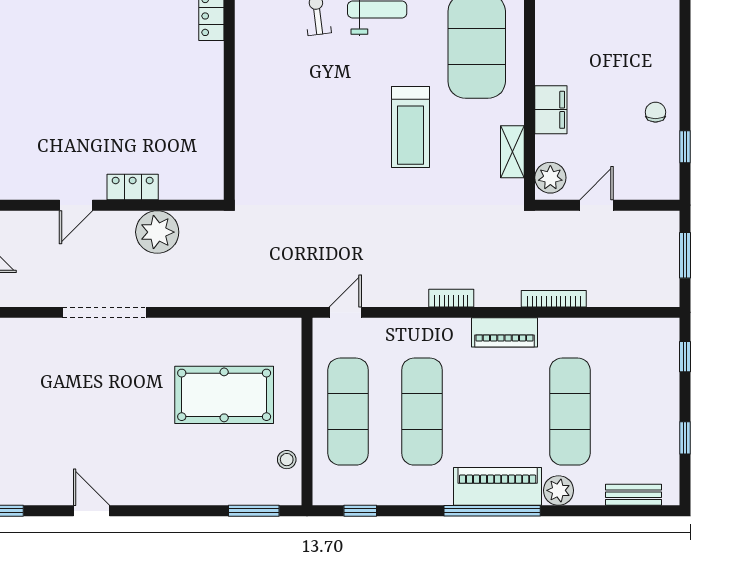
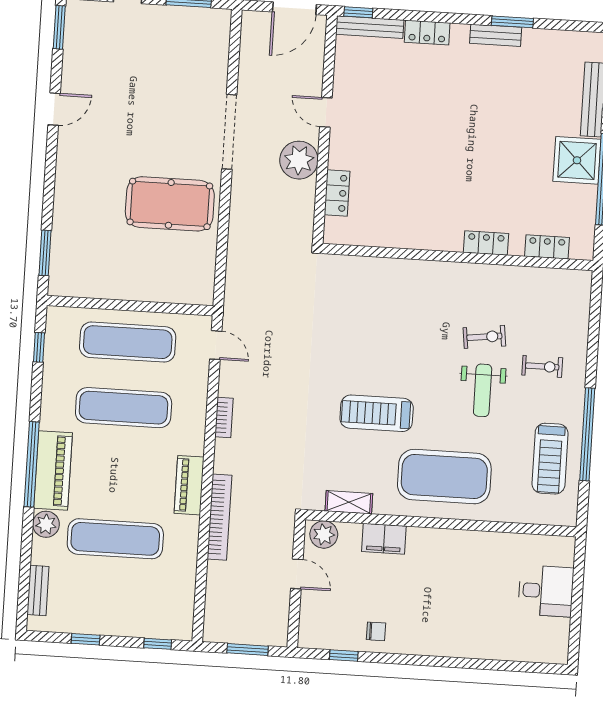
locker: (133, 187) -> (337, 193), moved
plant: (157, 232) -> (299, 160), moved
bookcase: (451, 298) -> (224, 417), moved
bookcase: (554, 299) -> (219, 517), width x1.48, depth x1.31
pool table: (224, 395) -> (170, 204), moved, turned 90
stool: (287, 460) -> (89, 285), removed

